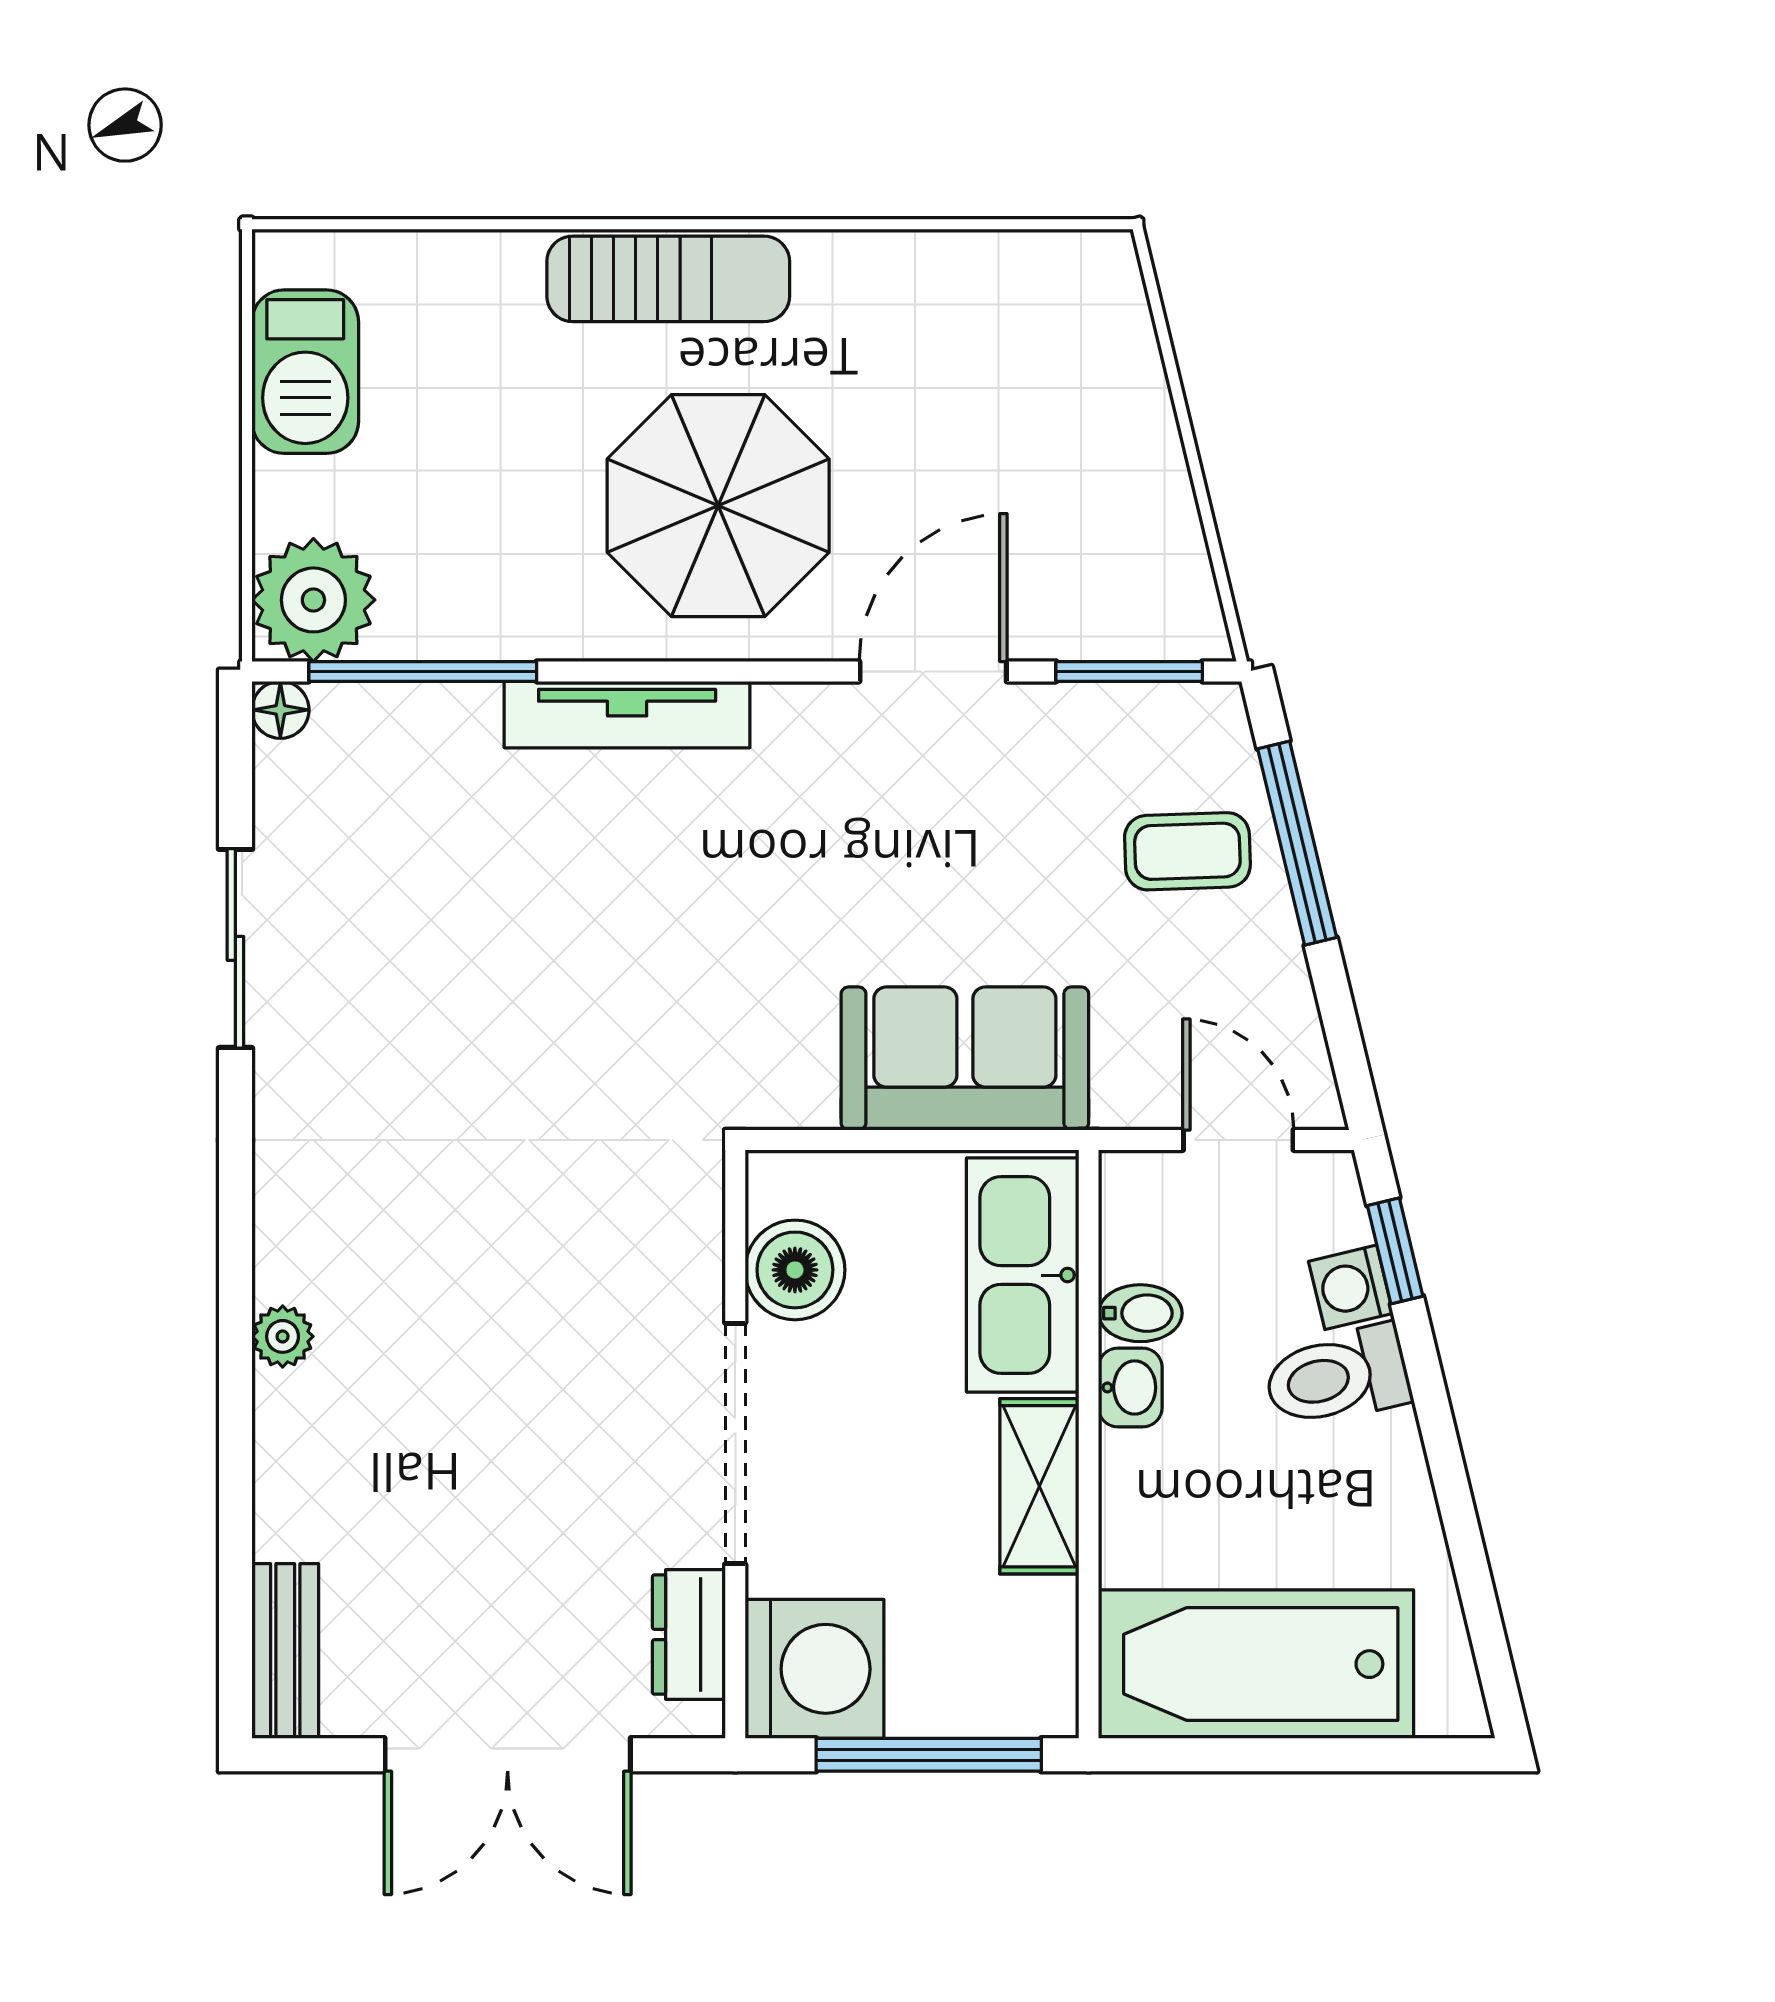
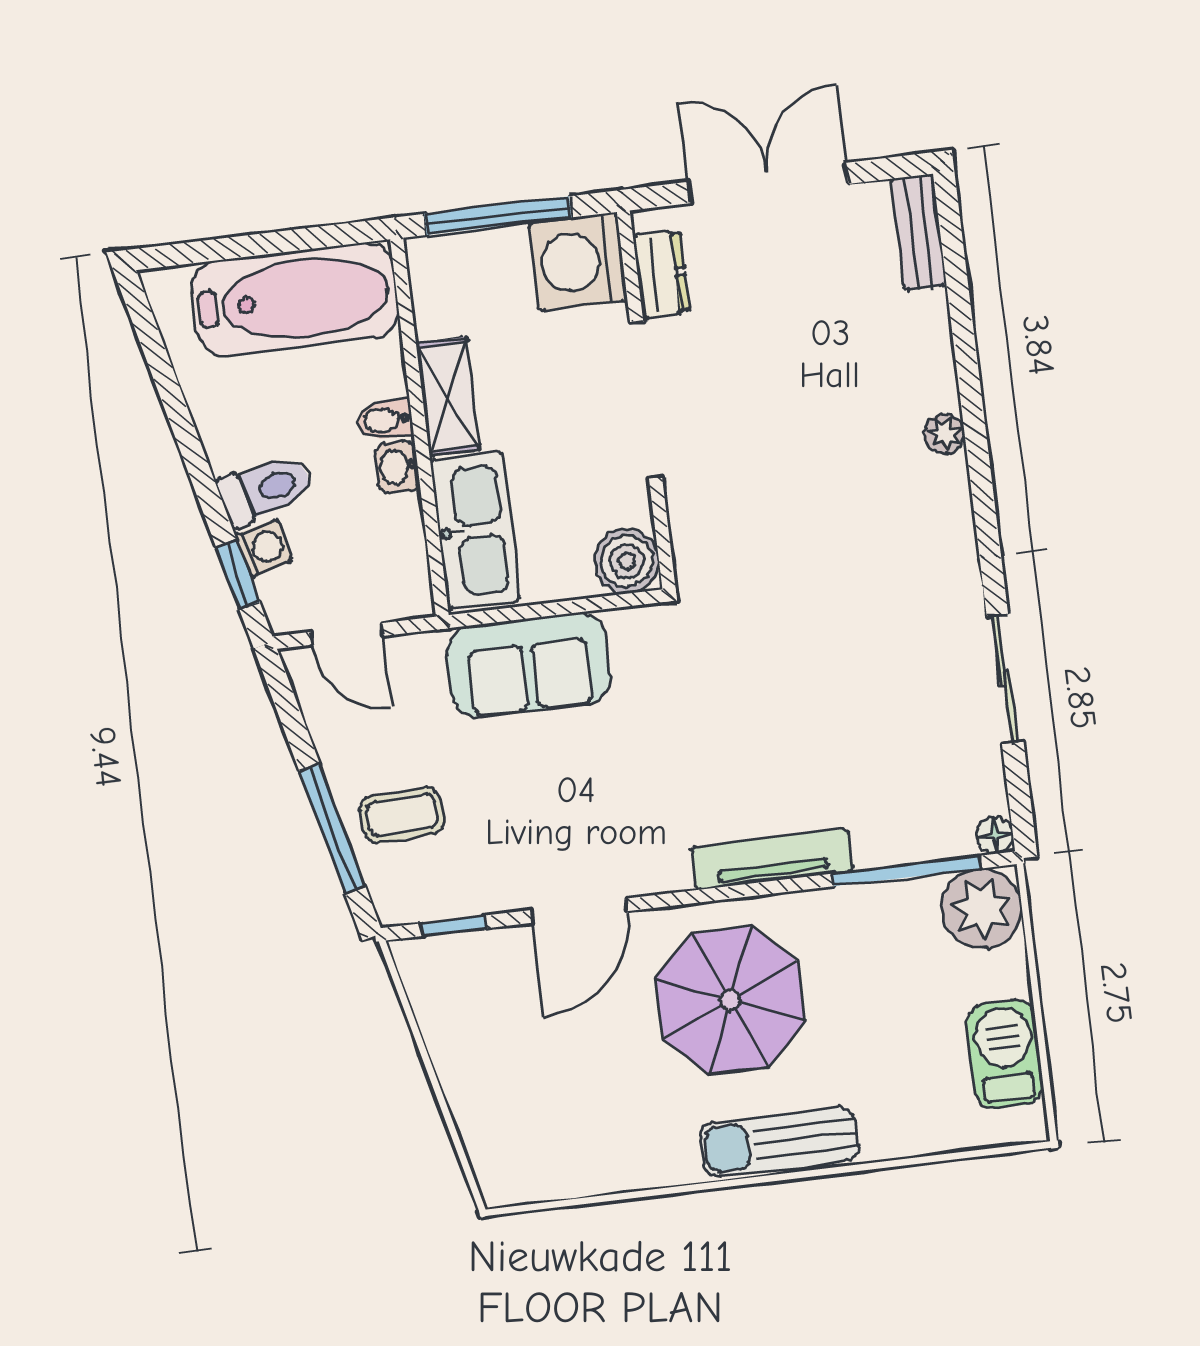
window: (1129, 671) -> (453, 926), width x0.67
boiler: (795, 1270) -> (627, 561), moved
bidet: (1140, 1313) -> (385, 420), moved

